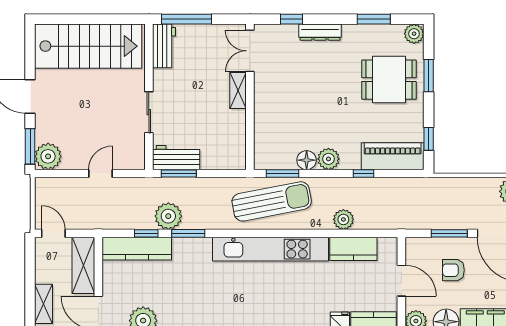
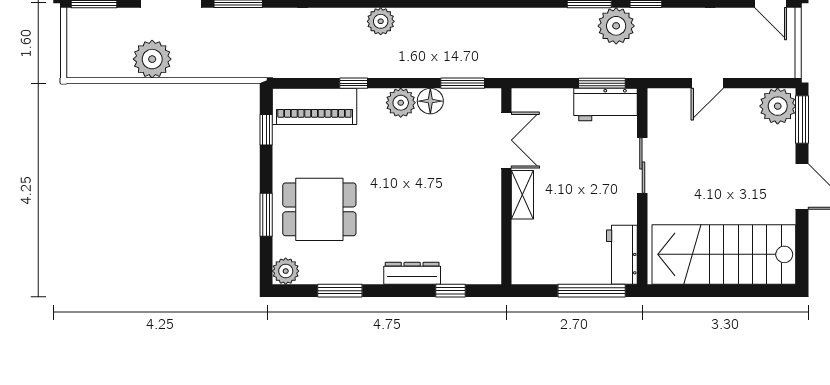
double door: (250, 51) -> (506, 140), moved
sun lounger: (272, 201) -> (477, 46), removed

